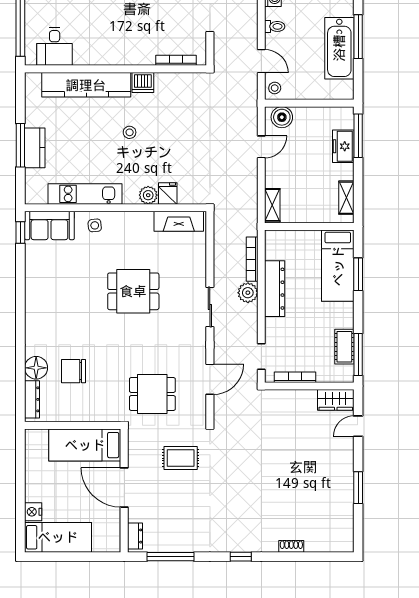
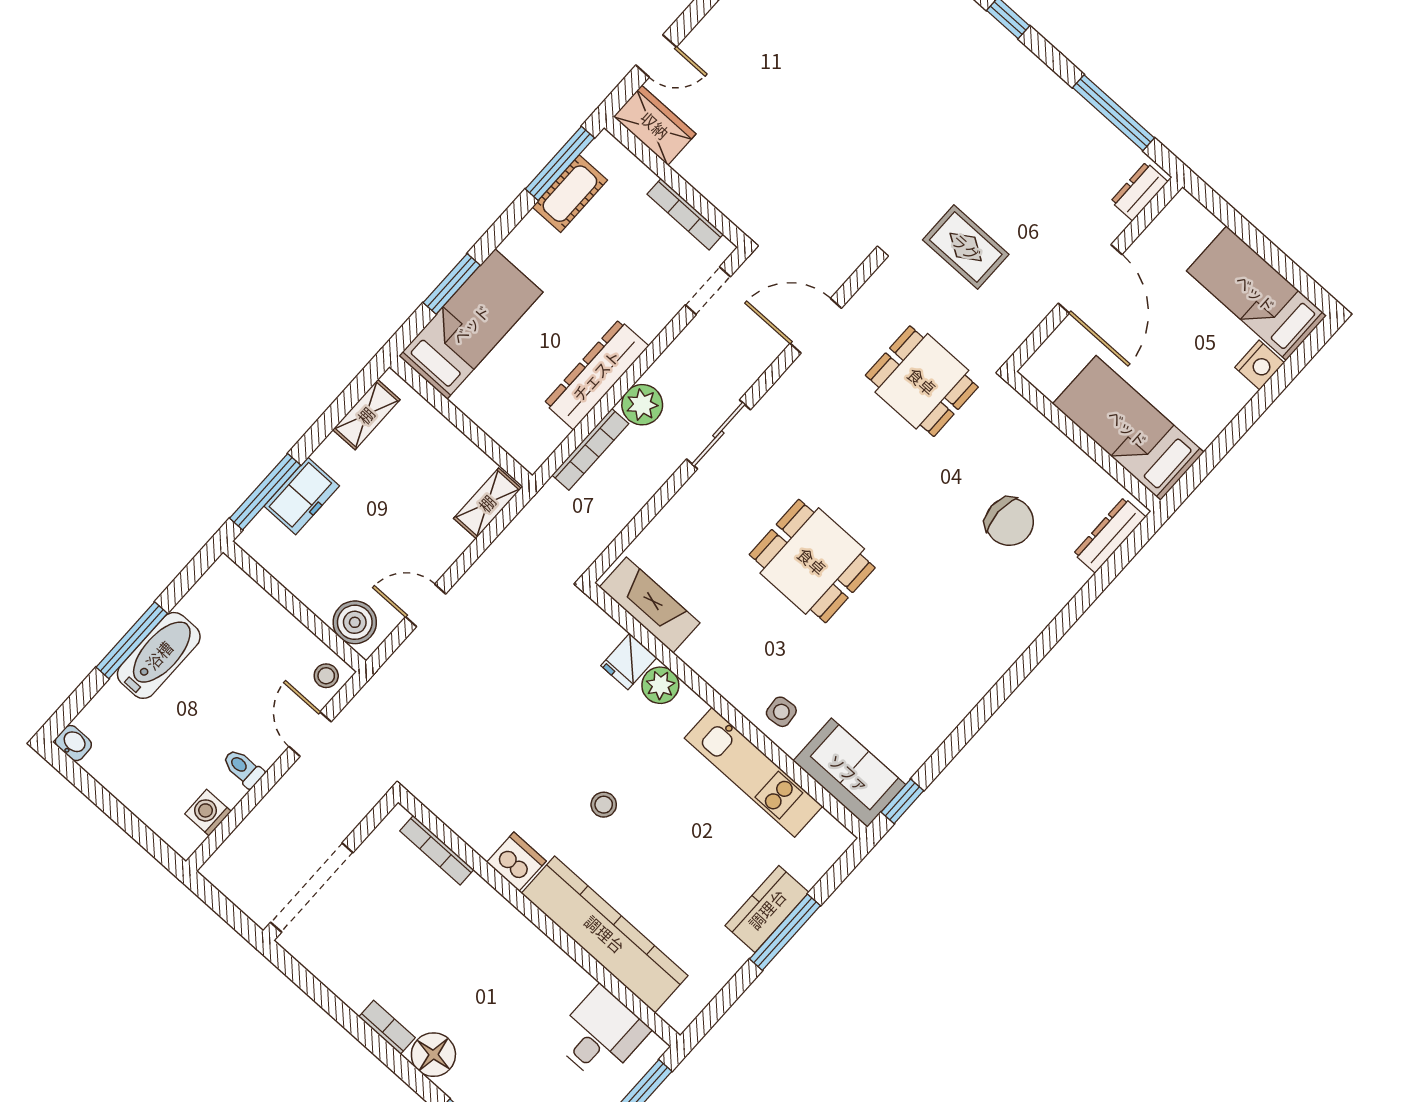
bathtub: (339, 48) -> (159, 655), width x0.73, depth x0.73
floor lamp: (36, 368) -> (1061, 577), removed
bed: (85, 445) -> (1128, 428), moved, turned 180

